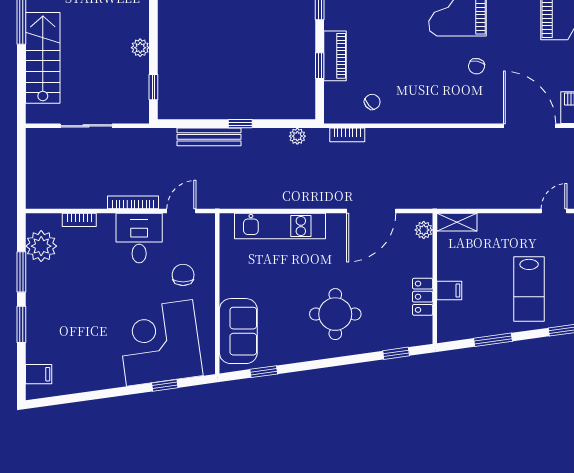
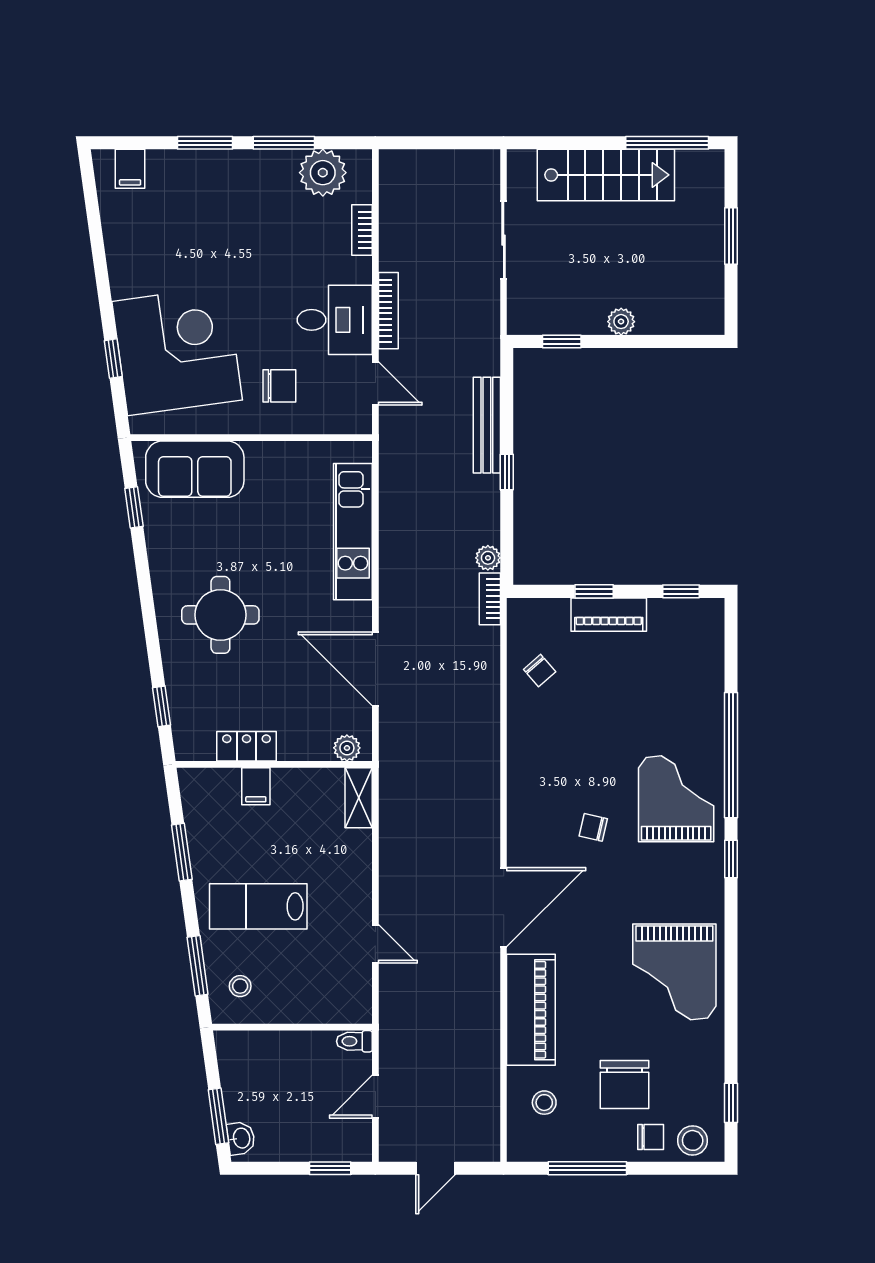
bookcase: (347, 135) -> (490, 599), moved

